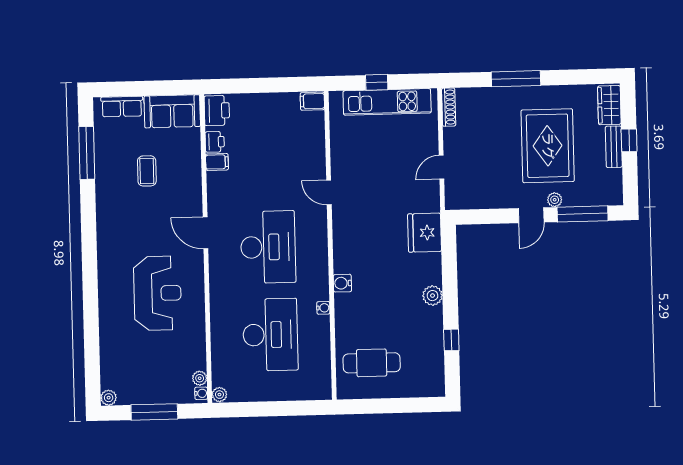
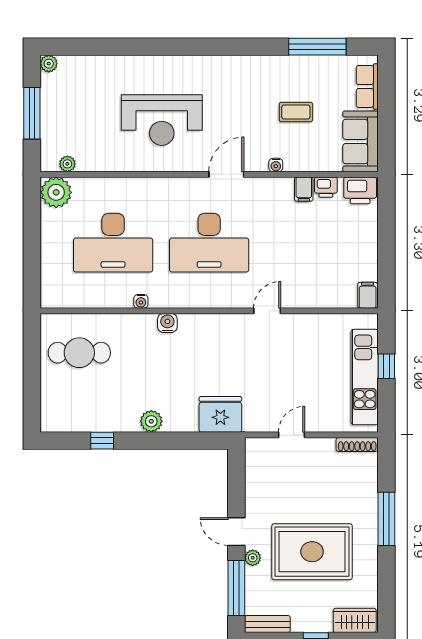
bench: (614, 147) -> (267, 624), moved
door: (441, 167) -> (292, 435), hinge flipped
cafe table: (372, 363) -> (79, 353), turned 90
water cooler: (201, 393) -> (276, 165), moved
plant: (219, 395) -> (56, 192), width x1.88, depth x1.88

